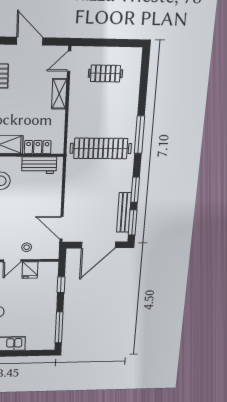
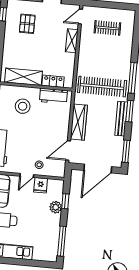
window: (135, 190) -> (130, 111), moved
wardrobe: (73, 194) -> (79, 122), added
bench: (124, 212) -> (121, 119), moved
door: (62, 228) -> (68, 150), hinge flipped
plant: (50, 292) -> (56, 207), added

